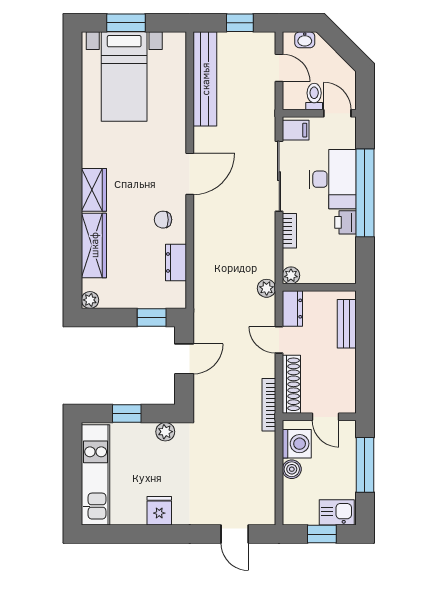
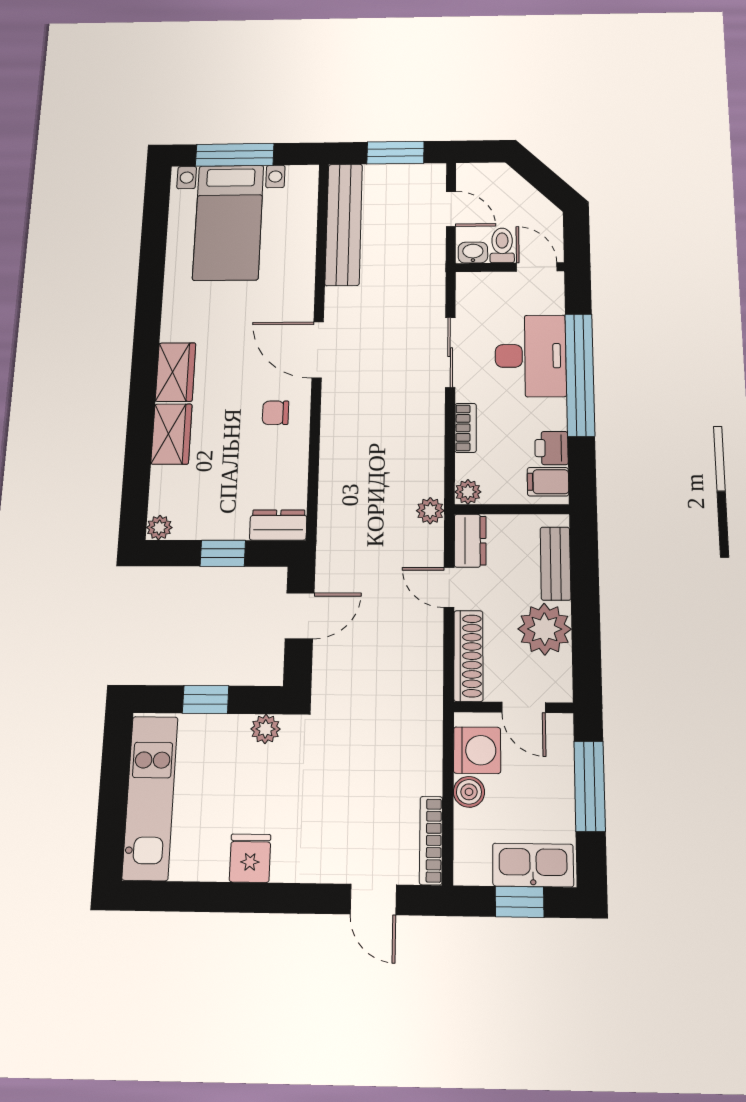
window: (126, 23) -> (235, 155), width x1.44
window: (240, 23) -> (395, 153), width x1.50
washbasin: (305, 40) -> (473, 253), moved, turned 180
filing cabinet: (296, 130) -> (548, 482), moved, turned 180
door: (190, 174) -> (318, 350), swing flipped
sliding door: (279, 176) -> (450, 352), width x0.73
printer: (345, 222) -> (551, 448), moved
wardrobe: (94, 245) -> (171, 434), width x0.67
dresser: (176, 262) -> (278, 525), moved, turned 90
window: (152, 317) -> (223, 553), moved
plant: (339, 367) -> (545, 629), added
bookcase: (269, 405) -> (431, 840), moved
kitchen sink: (337, 512) -> (533, 865), width x1.38

